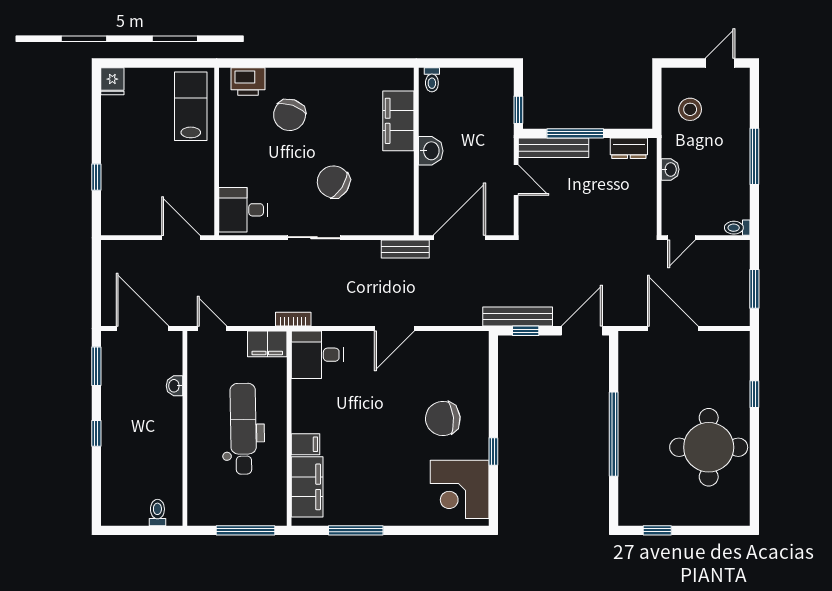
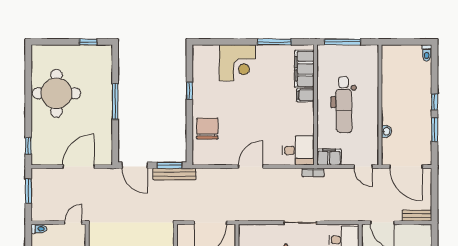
bench: (405, 249) -> (417, 216), moved
door: (673, 328) -> (79, 167), swing flipped
window: (526, 331) -> (170, 165), width x1.50
door: (582, 331) -> (135, 165), hinge flipped
window: (96, 366) -> (435, 130), moved
window: (754, 394) -> (28, 146), moved
chair: (443, 418) -> (207, 129), moved, turned -84
window: (614, 434) -> (115, 101), width x0.68
corner desk: (460, 489) -> (237, 63), moved, turned 90
toilet: (157, 513) -> (427, 53), moved

